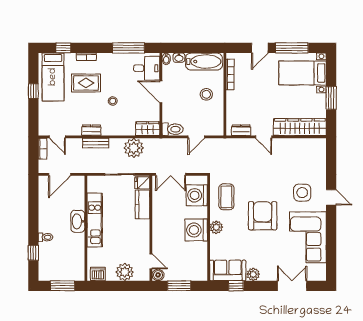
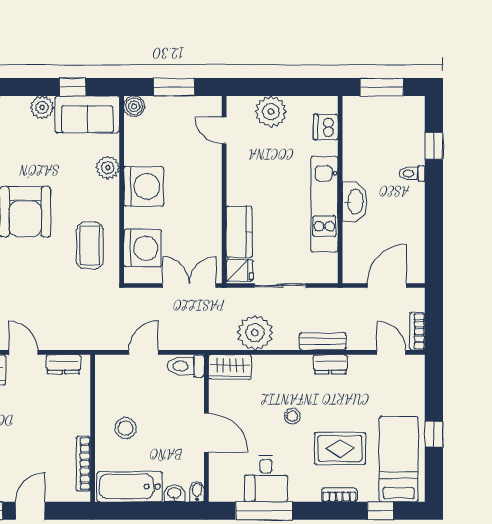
desk: (147, 68) -> (266, 479), moved, turned -90
plant: (216, 227) -> (108, 168), moved
dishwasher: (98, 274) -> (326, 127), moved, turned 90
boiler: (158, 275) -> (134, 106), moved

